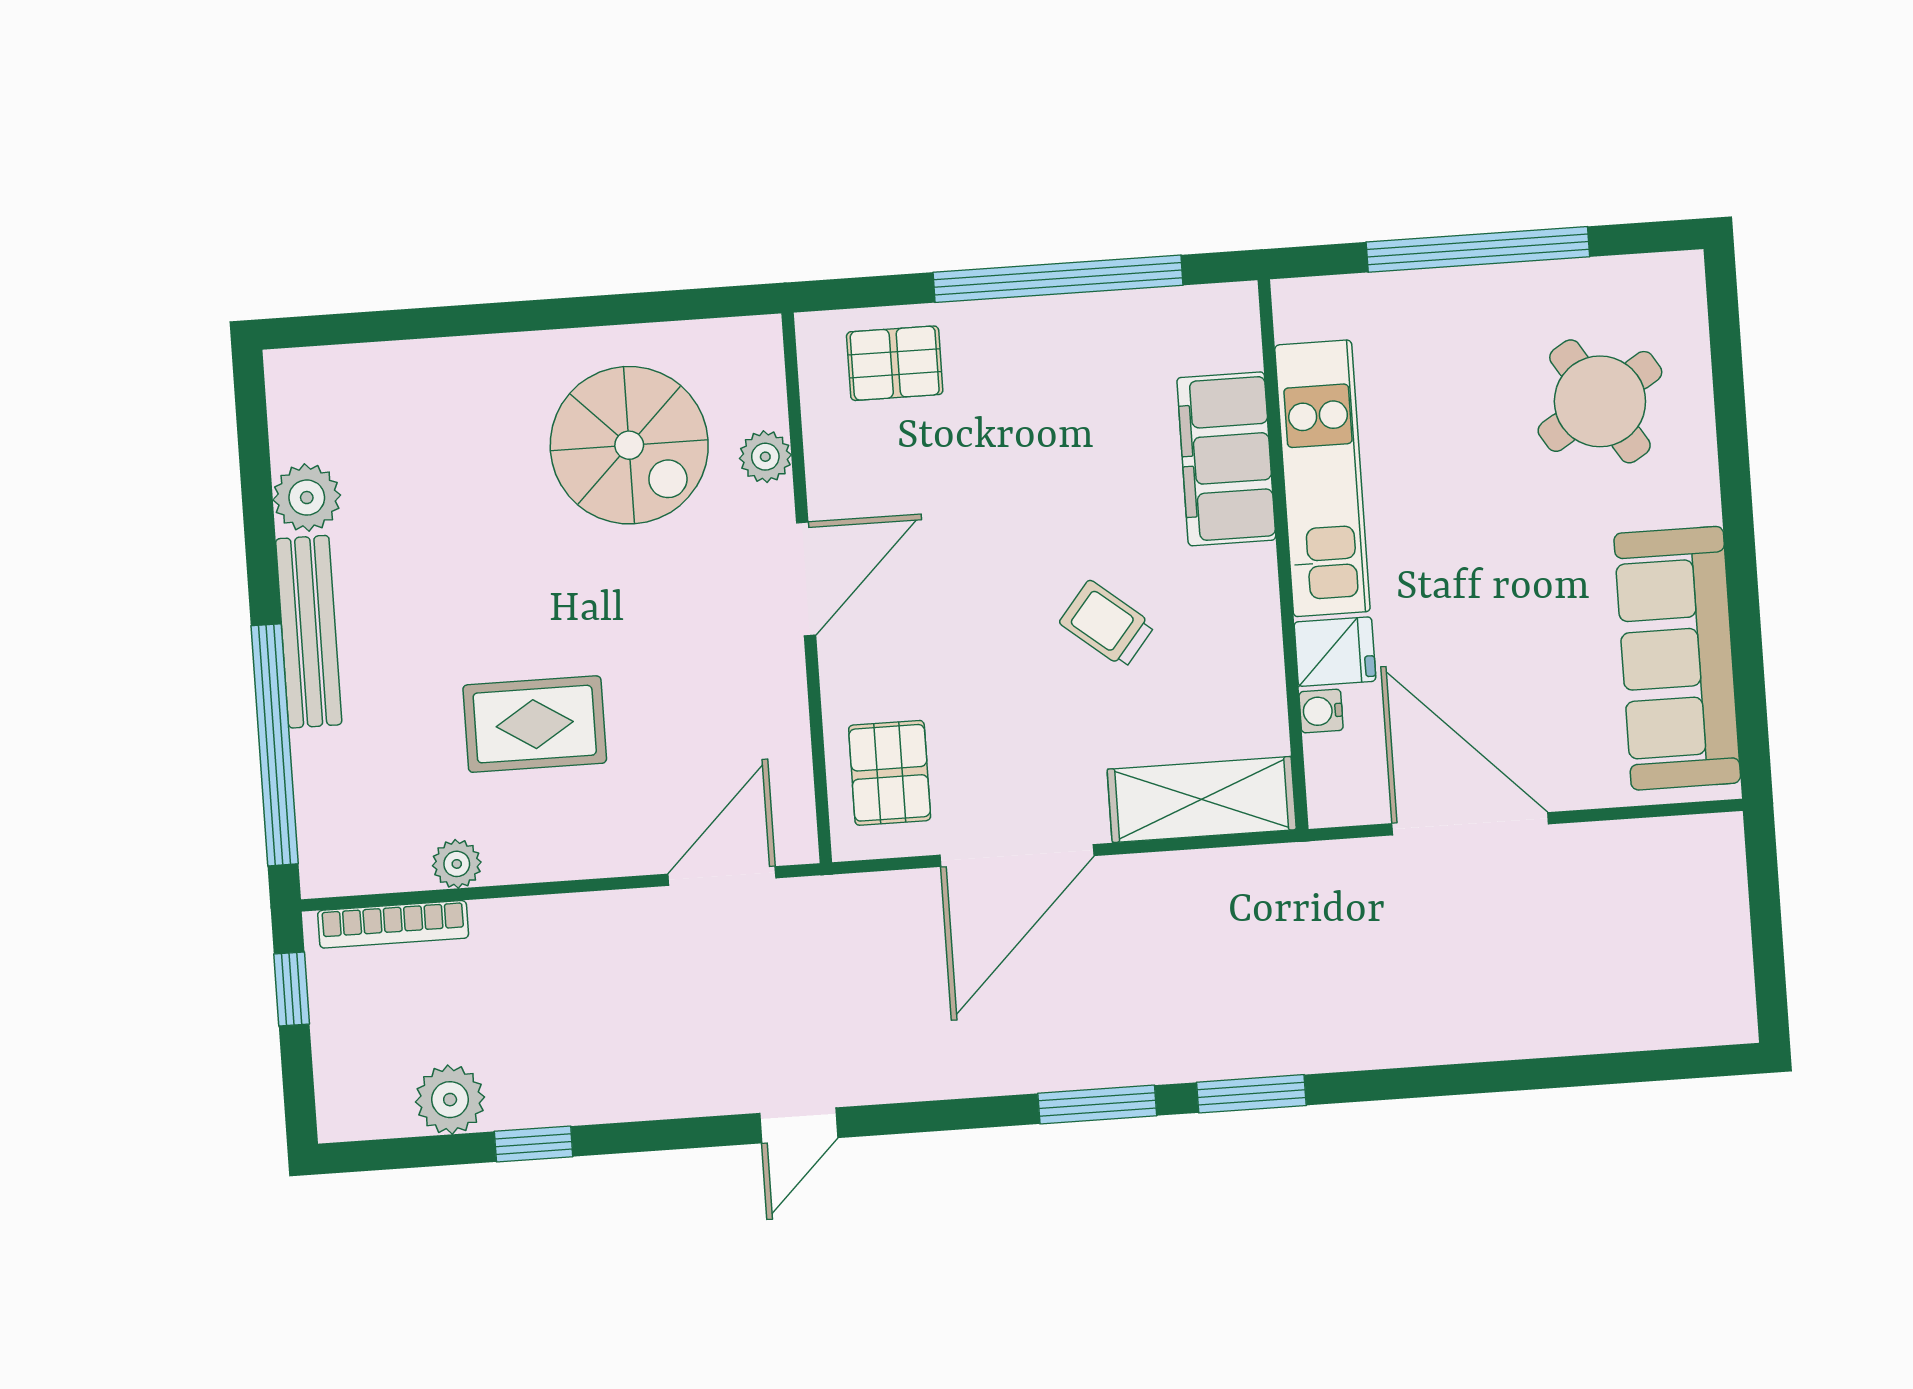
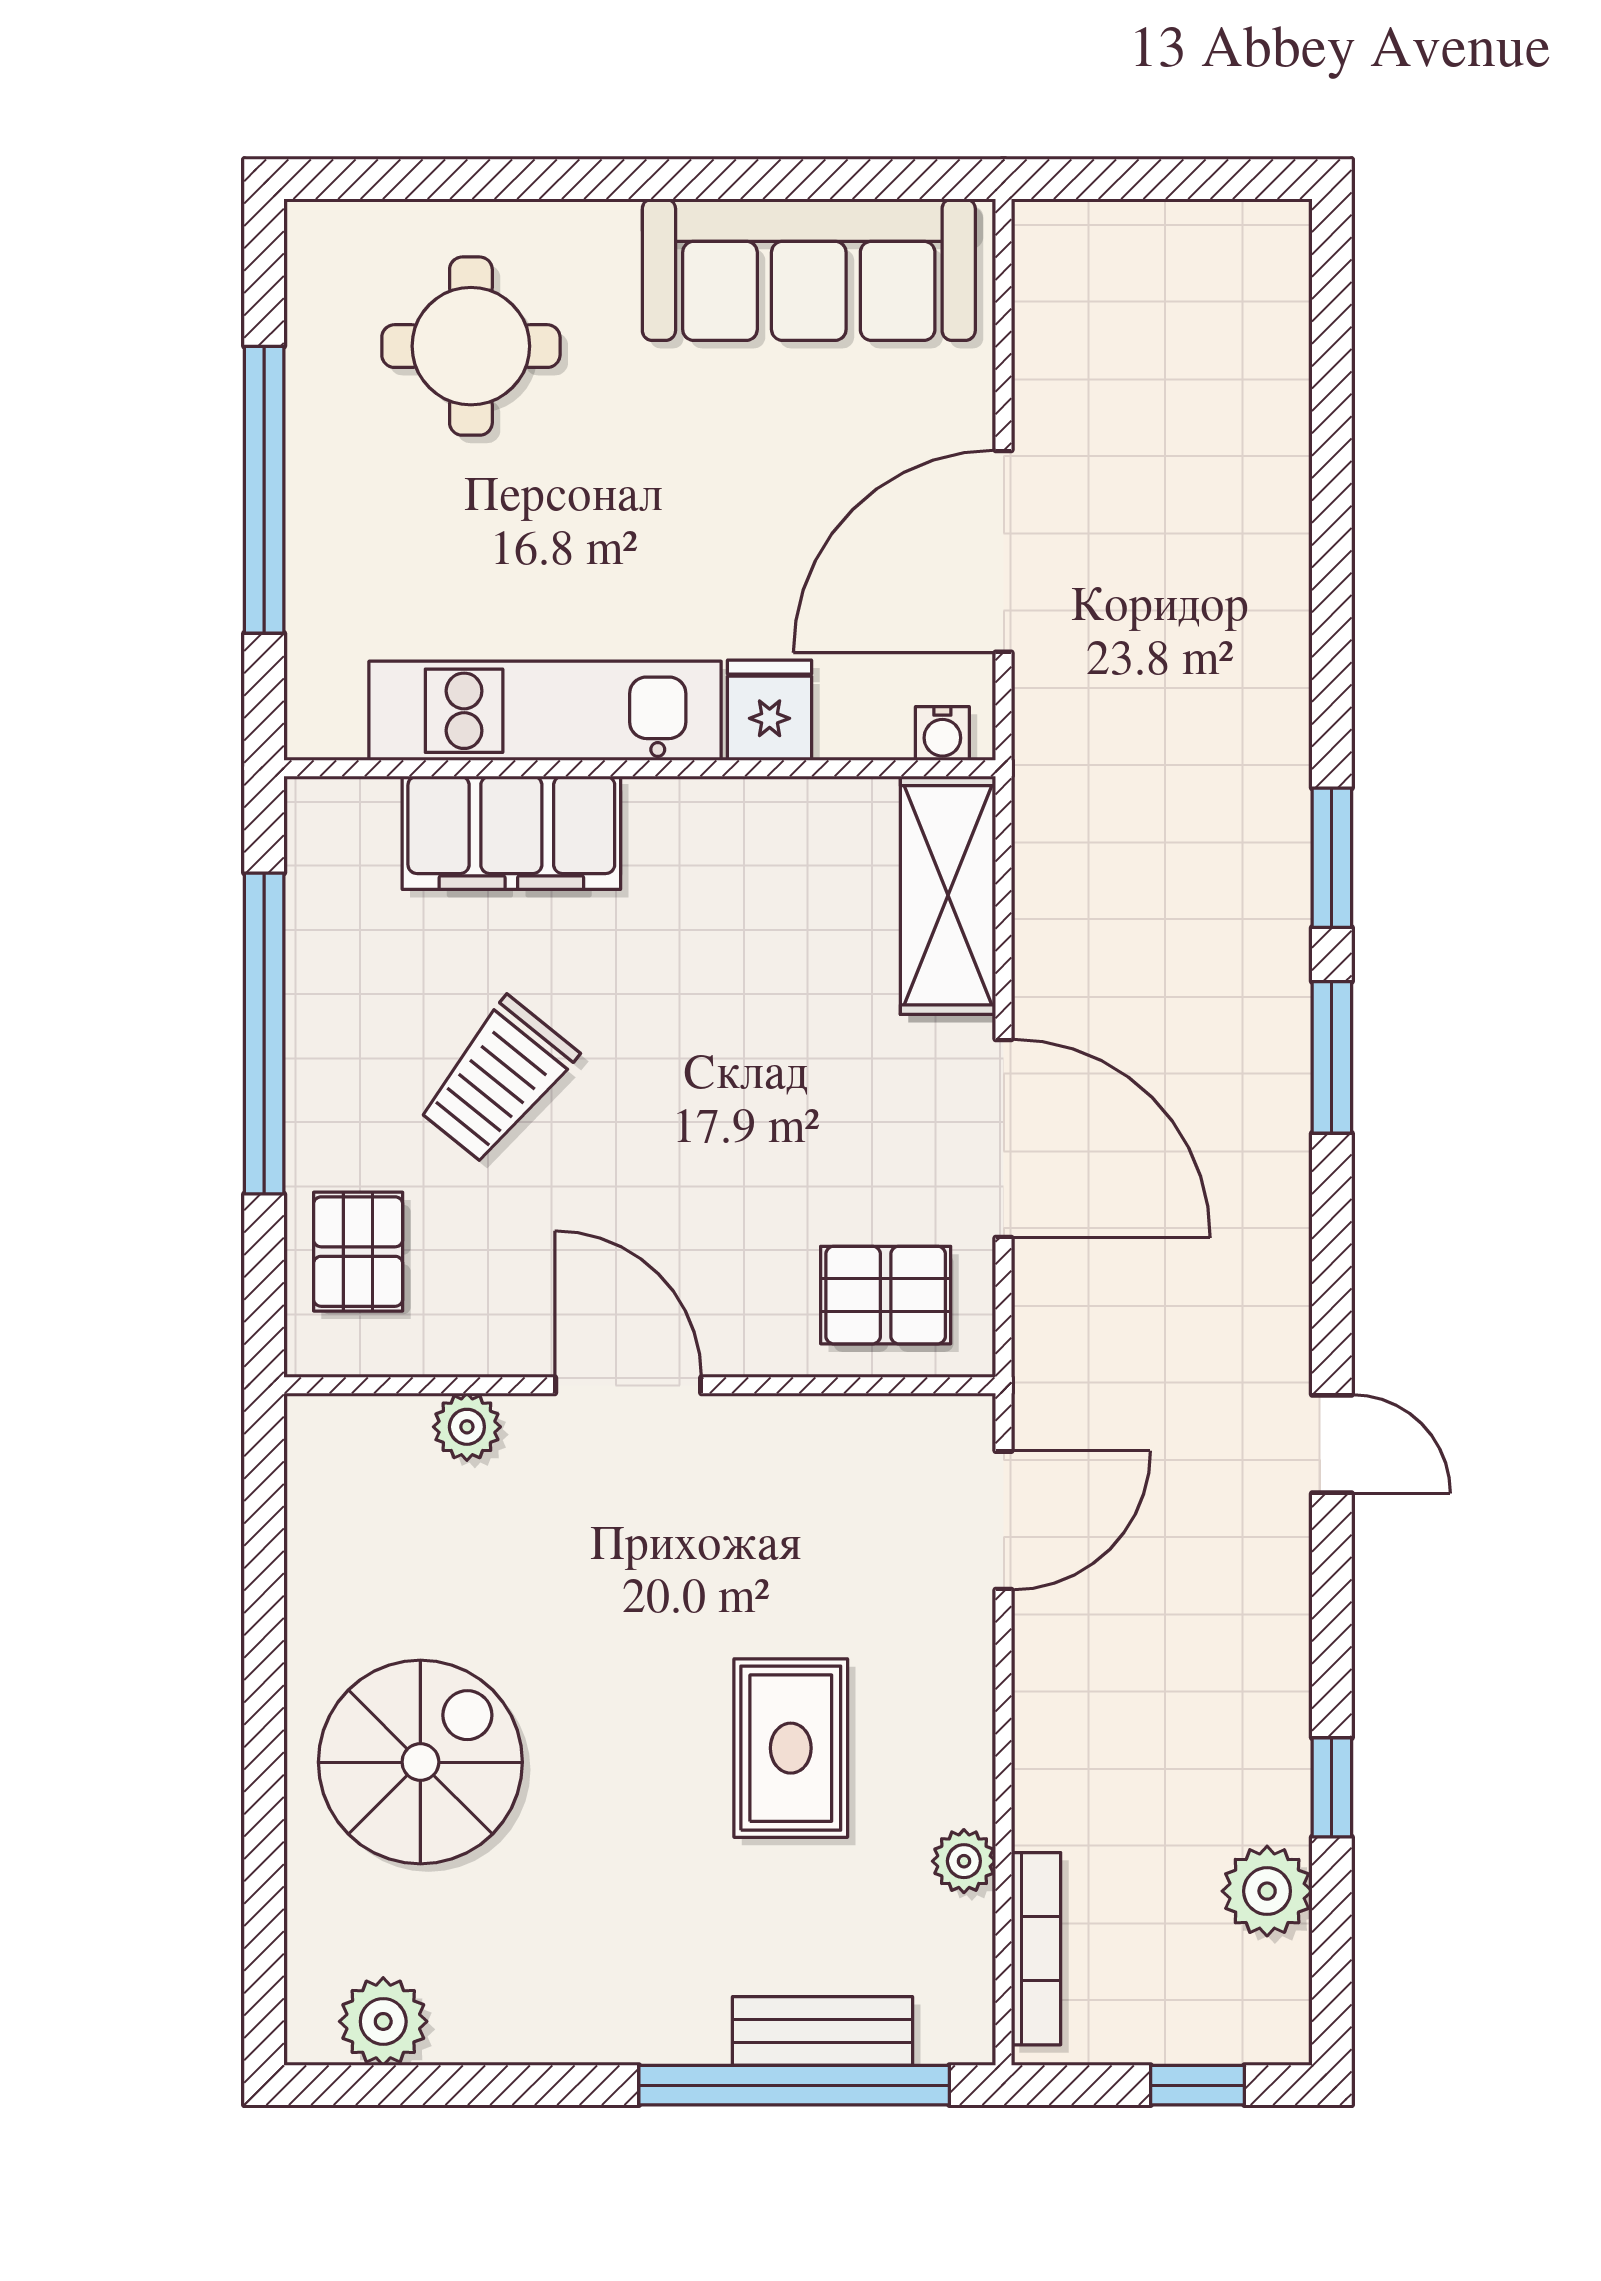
round table: (1600, 401) -> (471, 346), turned 32
spiral stairs: (629, 445) -> (420, 1762), moved
plant: (307, 498) -> (383, 2021), moved
trolley: (1107, 624) -> (497, 1081), moved, width x1.36, depth x1.39
bench: (309, 632) -> (822, 2031), moved, width x0.73
water cooler: (1321, 711) -> (942, 733), moved
door: (722, 876) -> (1004, 1520), swing flipped
window: (292, 989) -> (1197, 2085), moved

